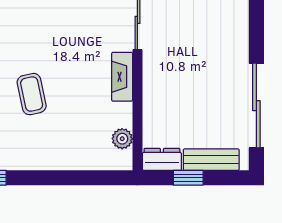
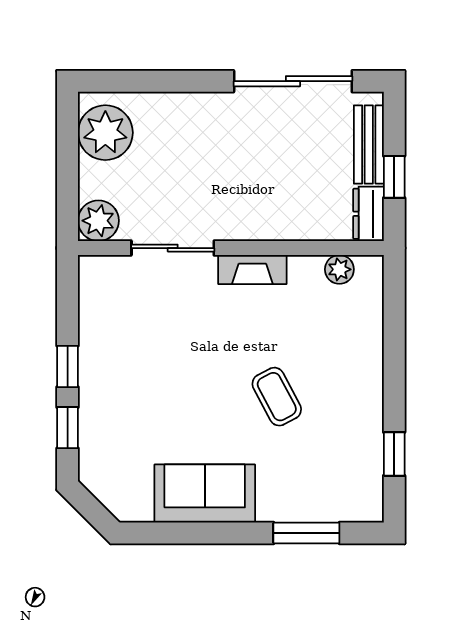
coffee table: (32, 94) -> (277, 397), turned 74

